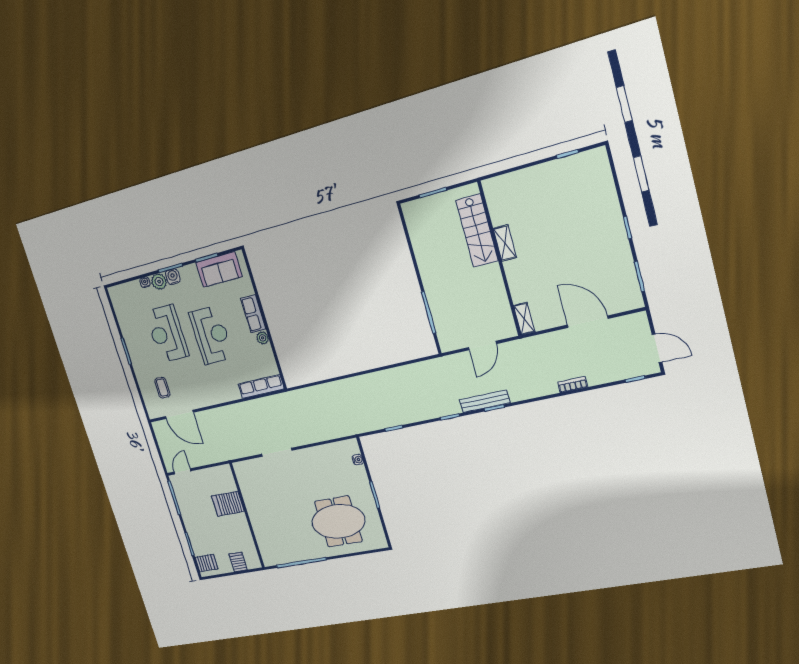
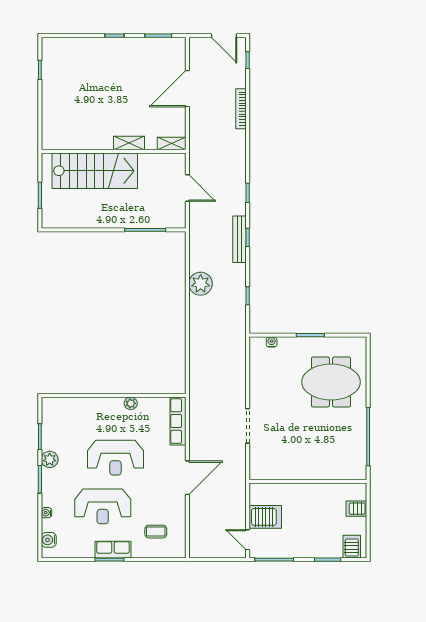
stairs: (477, 231) -> (95, 171), width x1.36, depth x1.51
shelving: (505, 243) -> (129, 143), moved
sofa: (219, 270) -> (54, 427), removed
water cooler: (173, 277) -> (49, 540), moved
plant: (159, 282) -> (50, 459), moved
row of seats: (253, 314) -> (113, 550), moved, turned 180
reception desk: (211, 335) -> (115, 458), turned 180
door: (657, 348) -> (224, 36), swing flipped
plant: (392, 380) -> (201, 284), added
bookcase: (573, 385) -> (241, 109), width x1.56
bench: (485, 401) -> (240, 239), moved
door: (179, 414) -> (187, 478), moved
server rack: (228, 504) -> (265, 517), moved, turned -90
meeting table: (338, 521) -> (331, 382), turned 90

